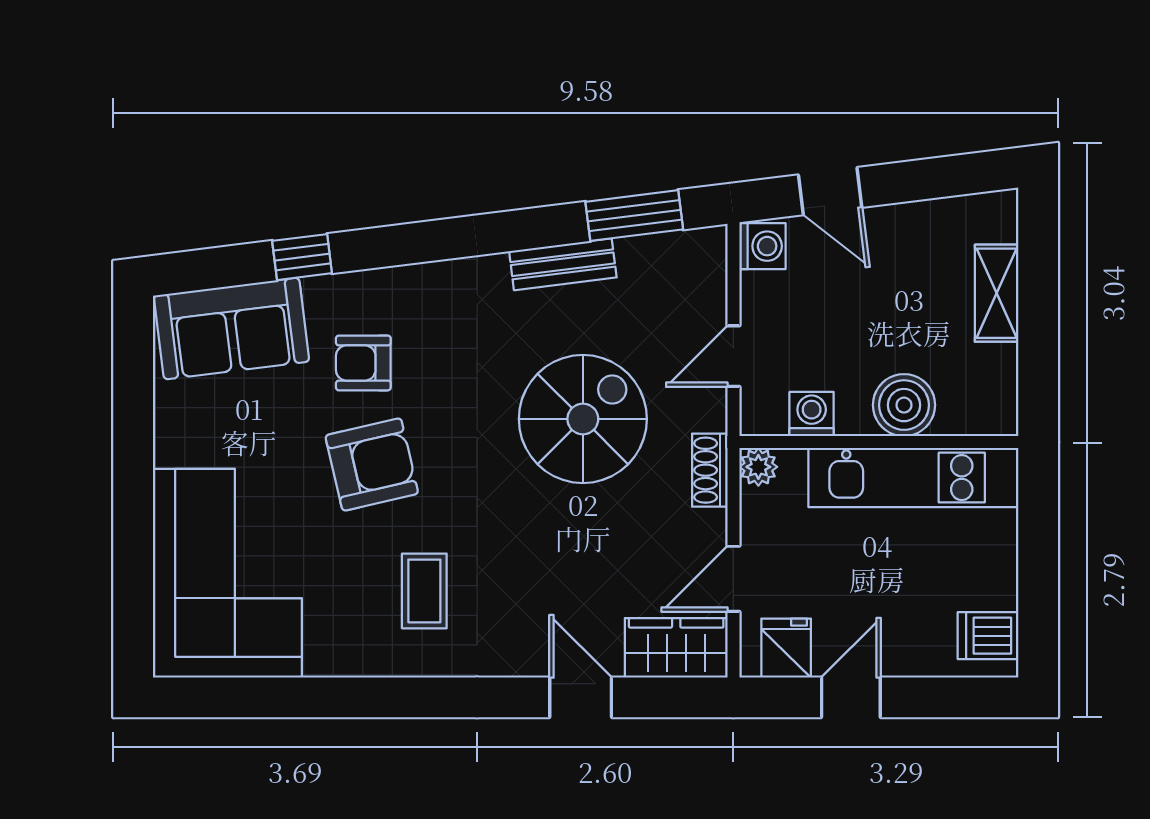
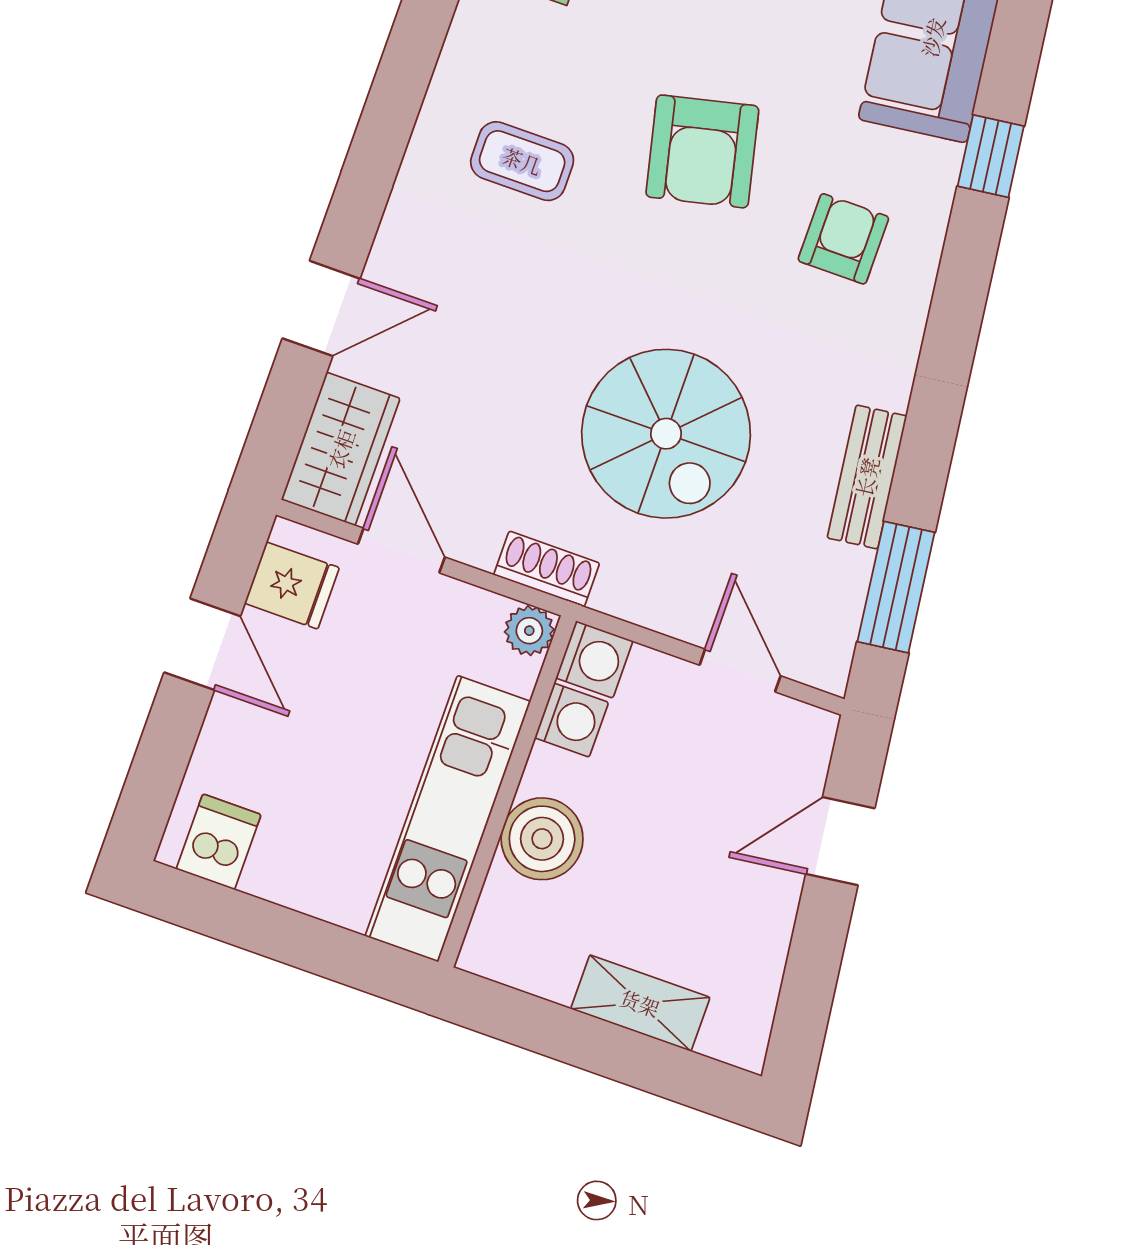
washing machine: (762, 246) -> (594, 659), moved, turned -90
door: (733, 356) -> (740, 671), moved
armchair: (363, 363) -> (843, 239), moved

